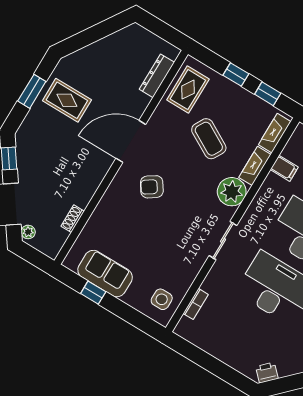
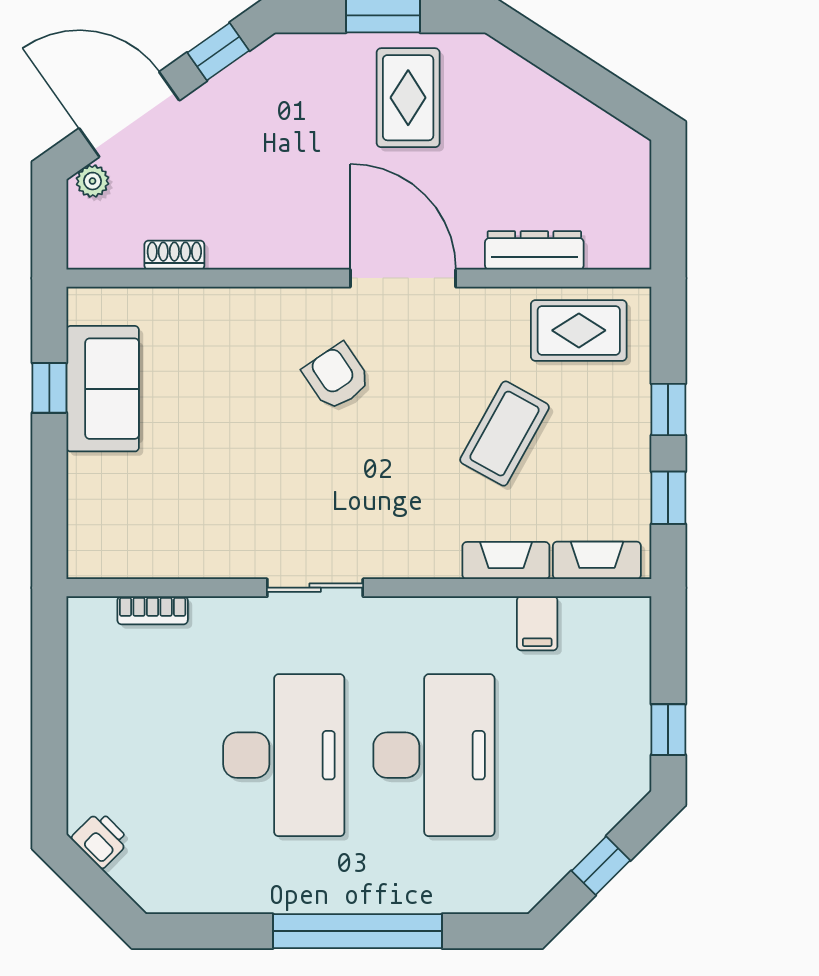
dresser: (157, 76) -> (534, 250), moved
plant: (232, 192) -> (425, 545), removed
side table: (162, 299) -> (120, 535), removed

